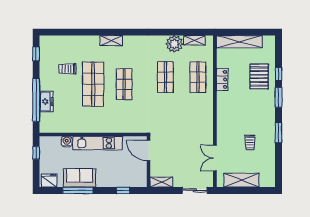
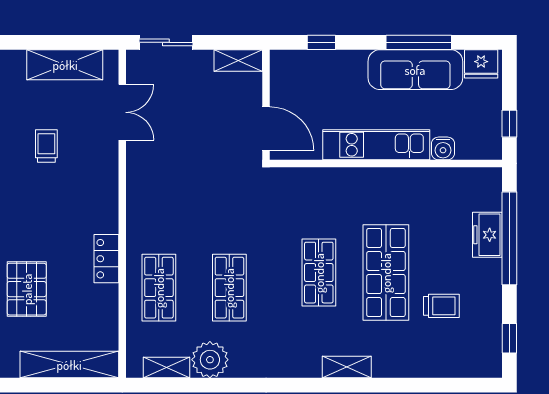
locker: (222, 79) -> (106, 259), moved
sofa: (80, 178) -> (415, 70), width x1.36

